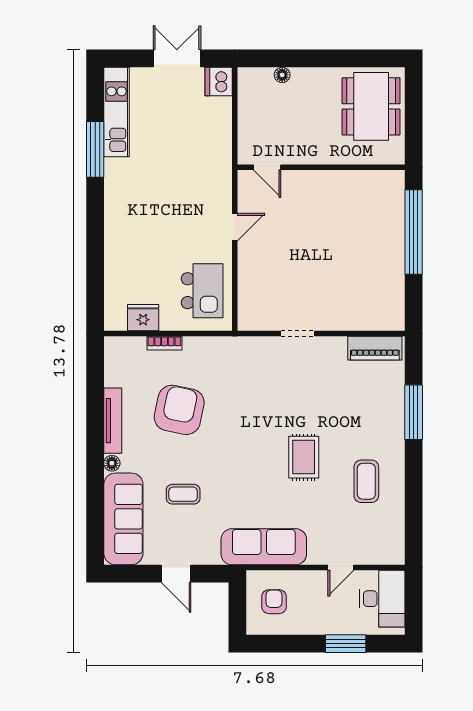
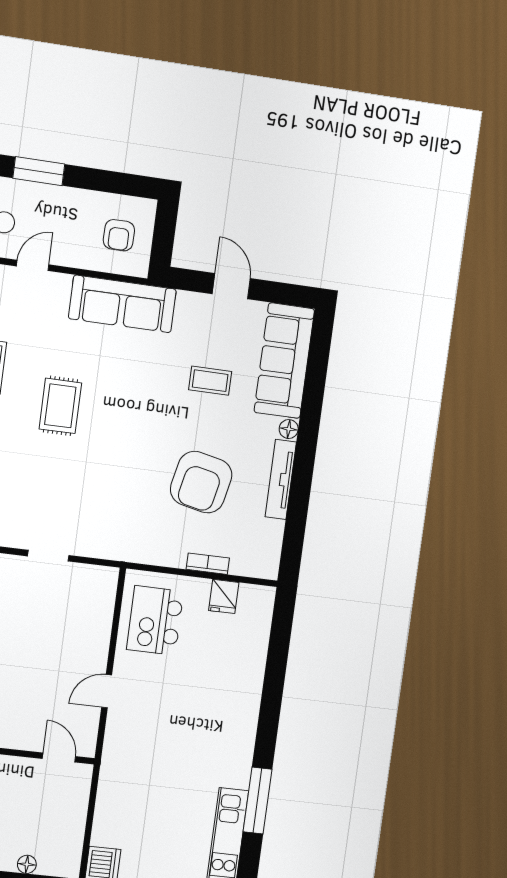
fridge: (143, 318) -> (224, 596), width x0.72

